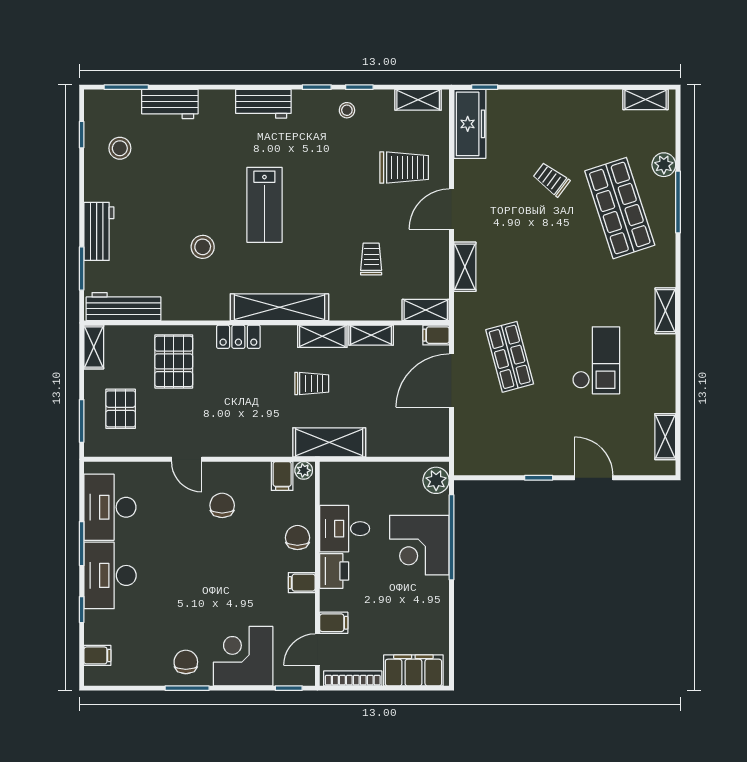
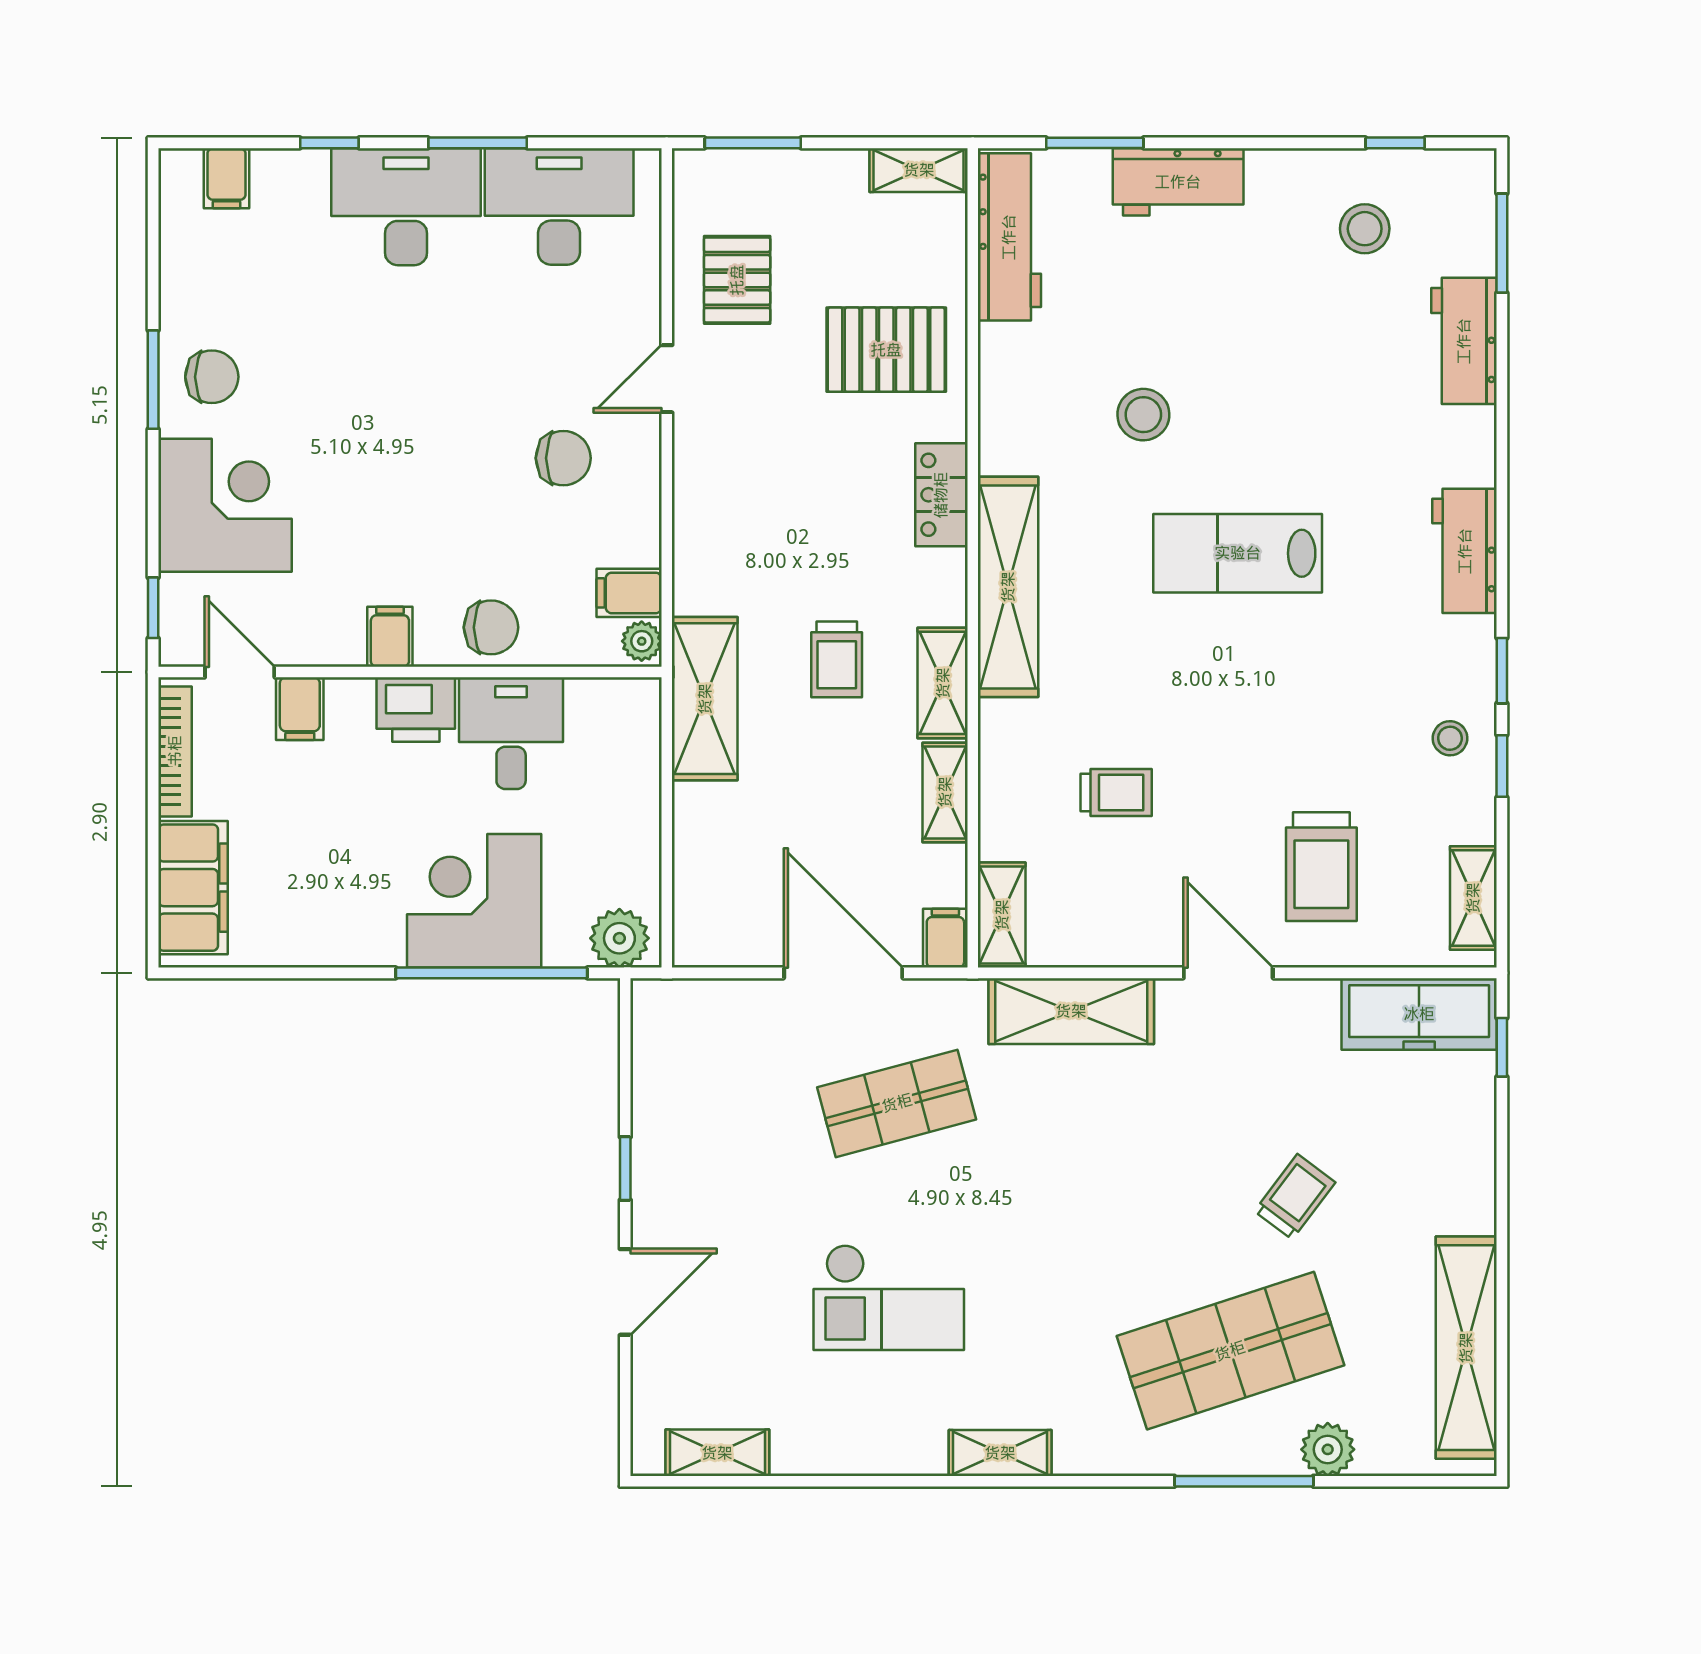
shelving: (646, 100) -> (1466, 1348), width x2.20, depth x1.33
shelving: (465, 267) -> (1071, 1011), width x1.50, depth x1.33
pallet: (121, 409) -> (737, 280), moved, turned 90

